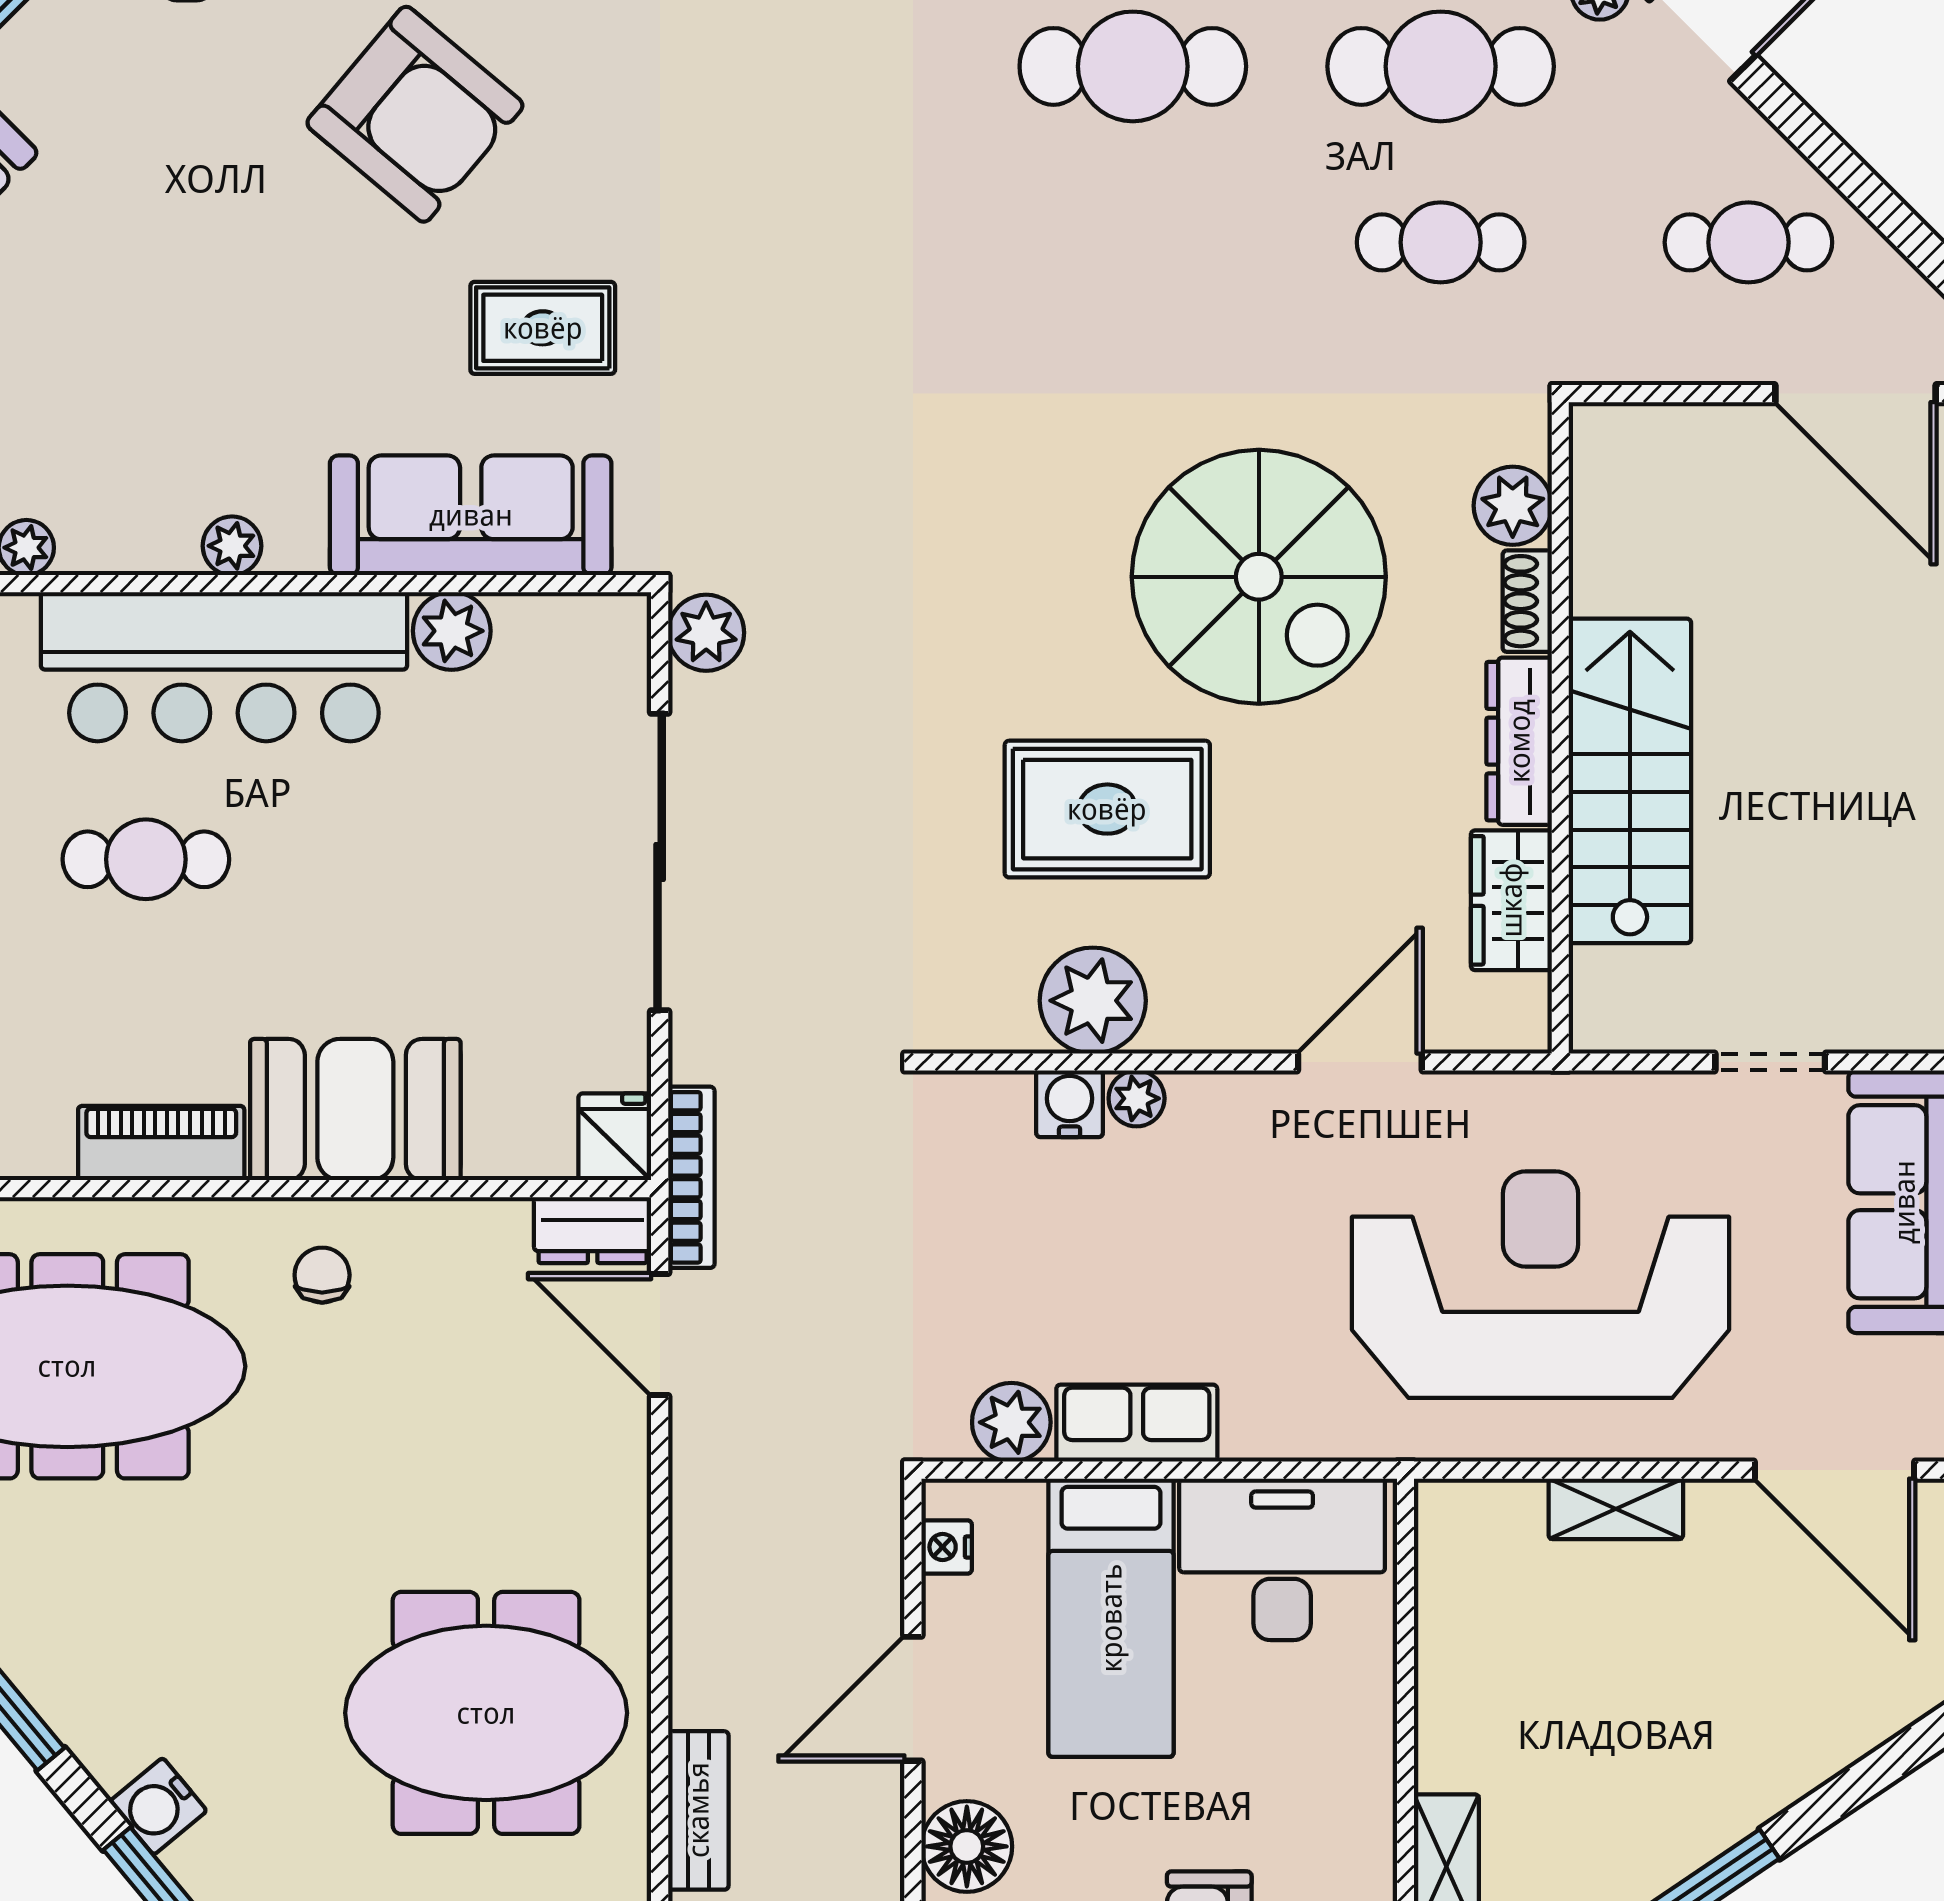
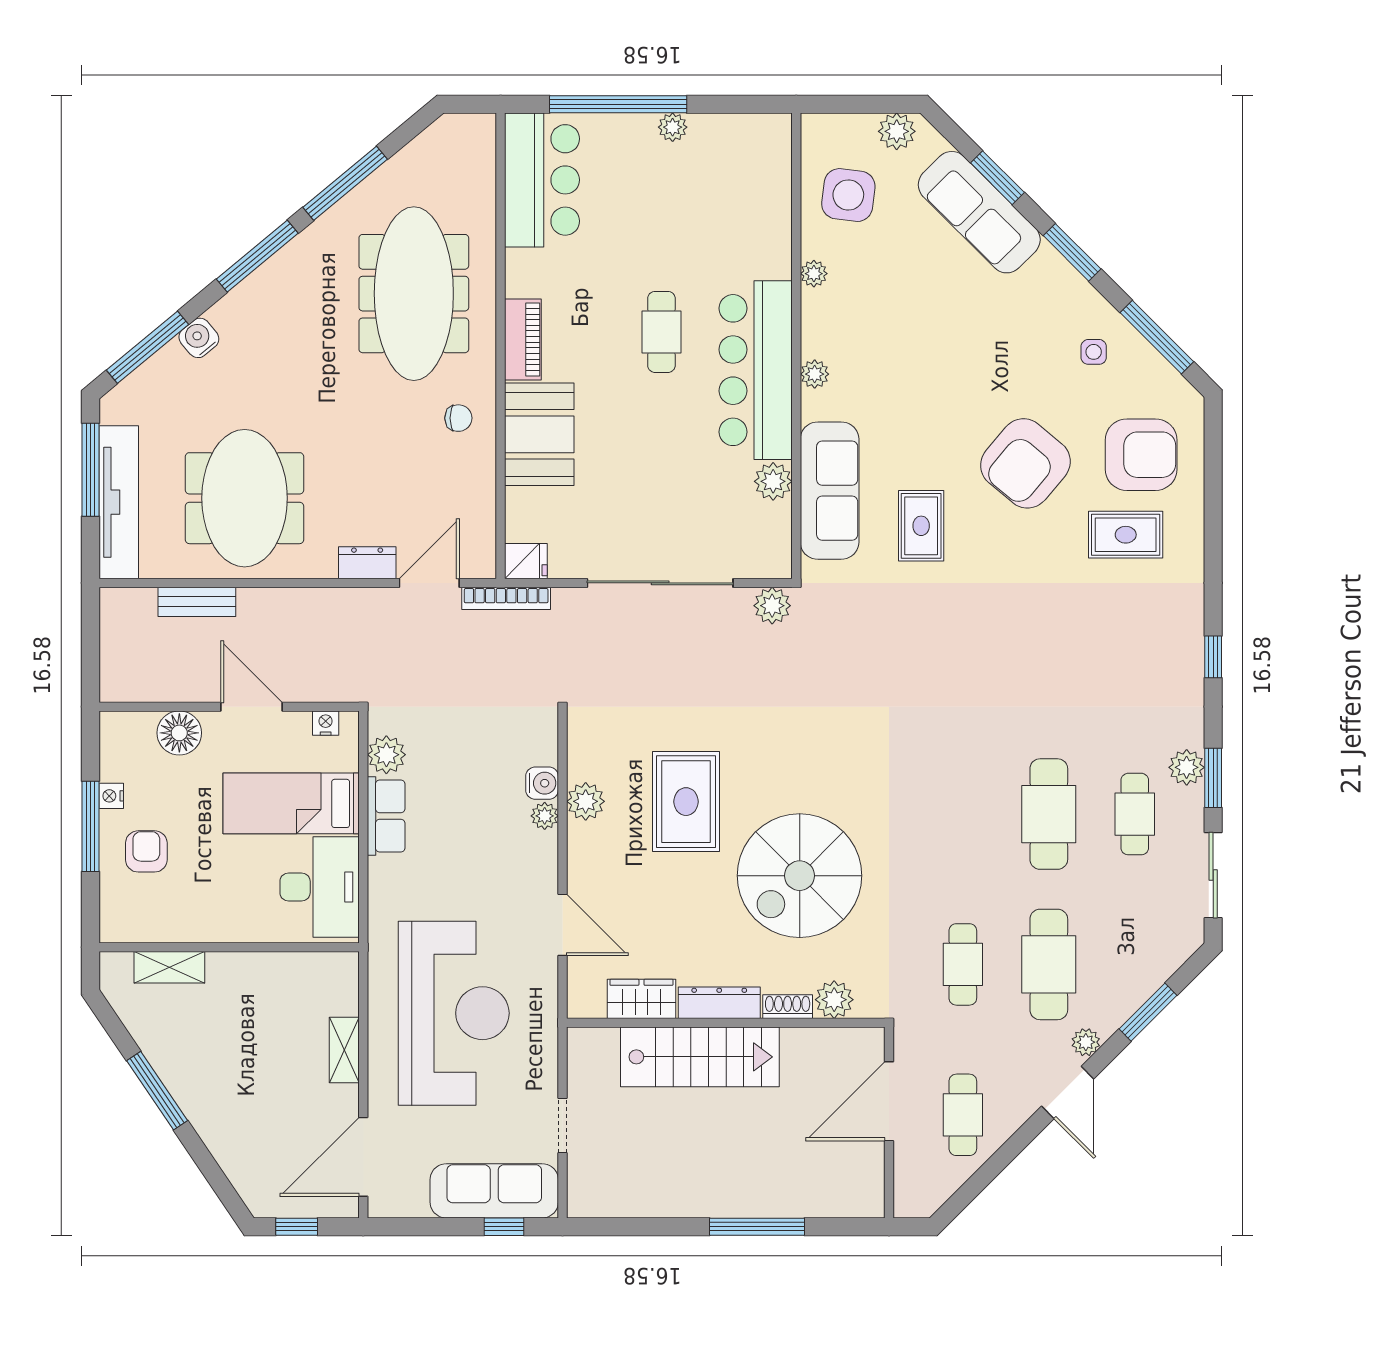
door: (1856, 394) -> (889, 1101), moved
plant: (1093, 1001) -> (586, 801), width x0.73, depth x0.73
dresser: (593, 1230) -> (367, 563), moved, turned 90

